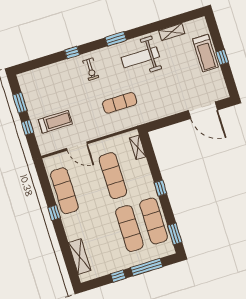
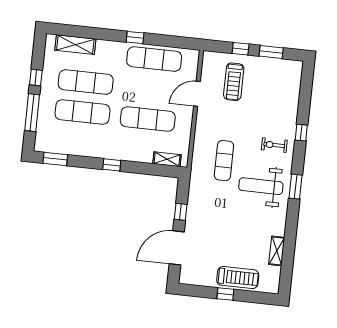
treadmill: (205, 53) -> (238, 278), turned 180
weight bench: (140, 57) -> (261, 186), moved, turned -90
window: (174, 119) -> (181, 212), added
exercise mat: (154, 221) -> (86, 82), moved

